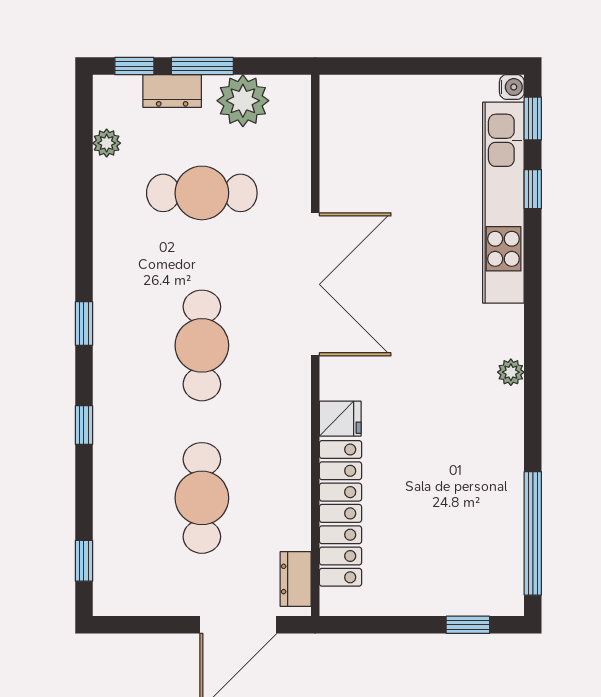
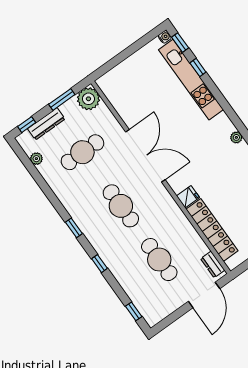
window: (202, 66) -> (62, 99), moved
dresser: (172, 91) -> (46, 124), width x1.44
plant: (243, 101) -> (88, 99), moved

